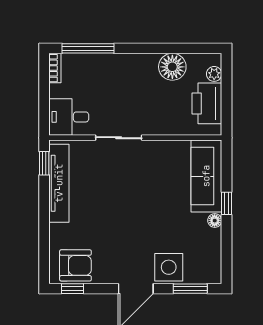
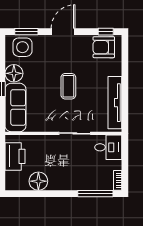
plant: (214, 74) -> (10, 176), removed
window: (44, 163) -> (125, 116), removed
coffee table: (128, 208) -> (68, 86), added
floor lamp: (215, 221) -> (14, 73), width x1.89, depth x1.89
side table: (169, 267) -> (22, 47), moved

